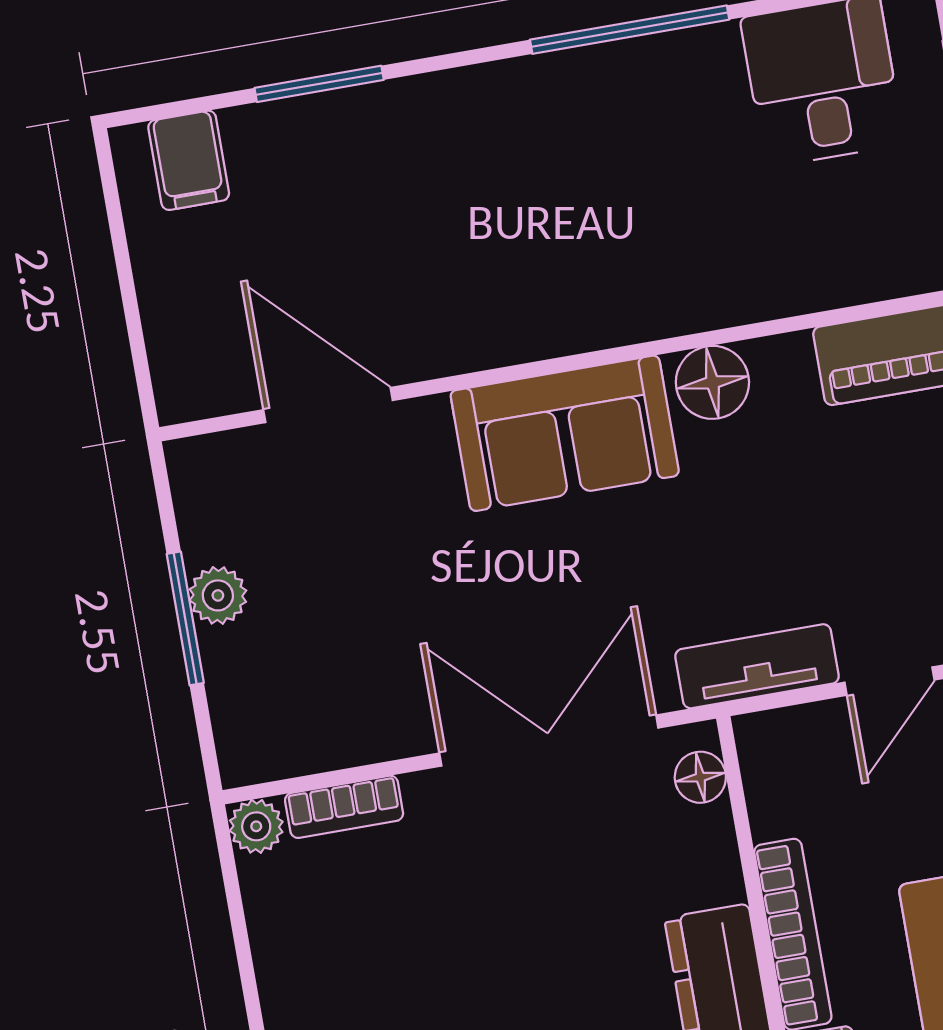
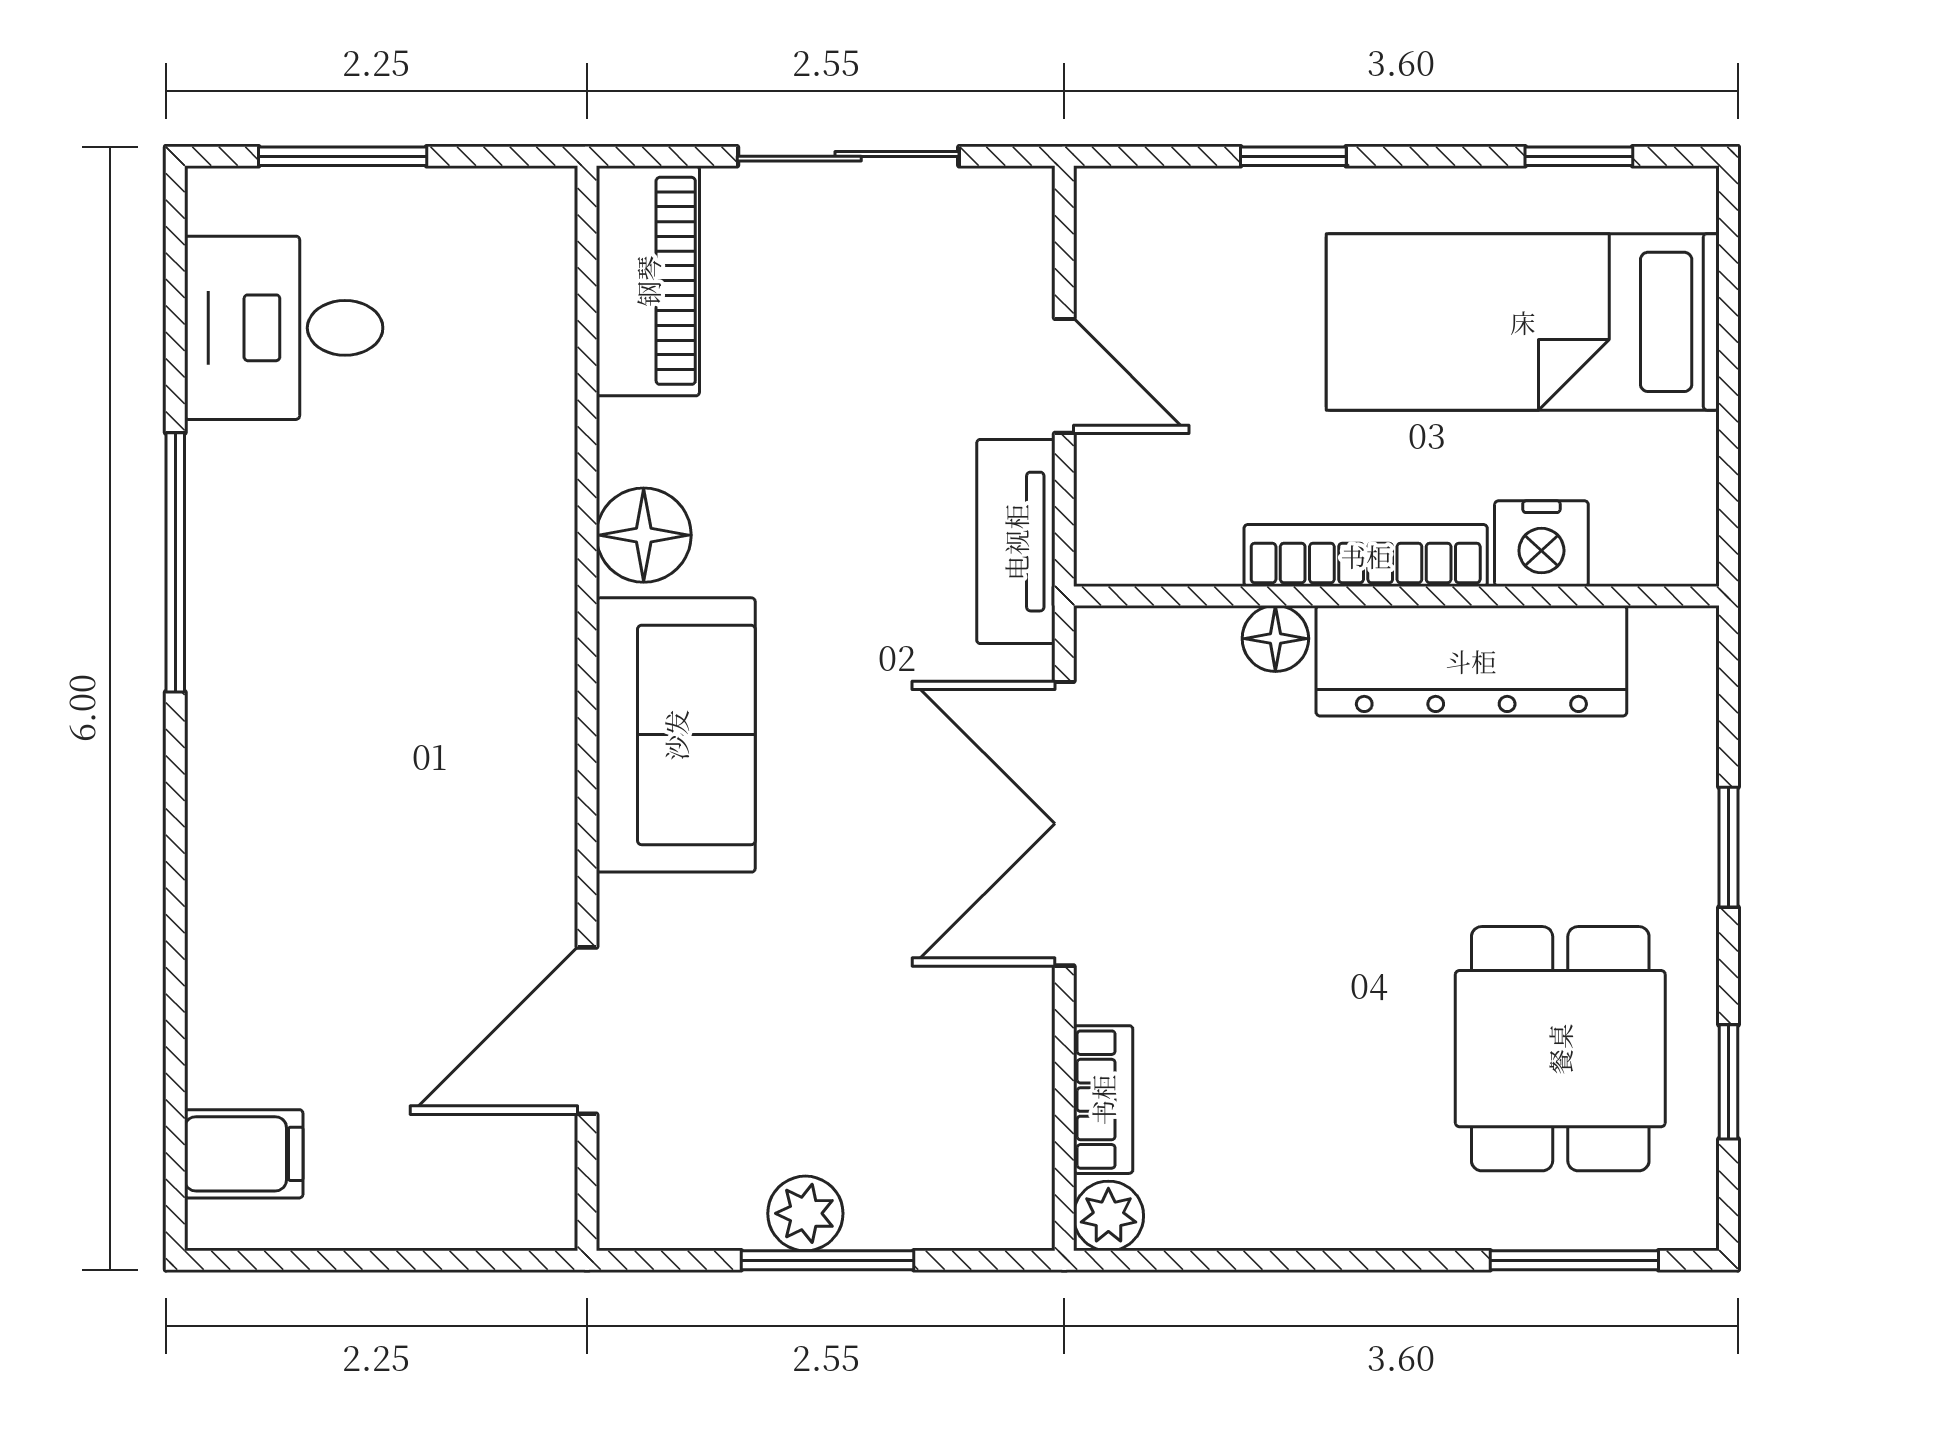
window: (319, 84) -> (175, 970), removed
floor lamp: (700, 777) -> (1275, 639), moved

